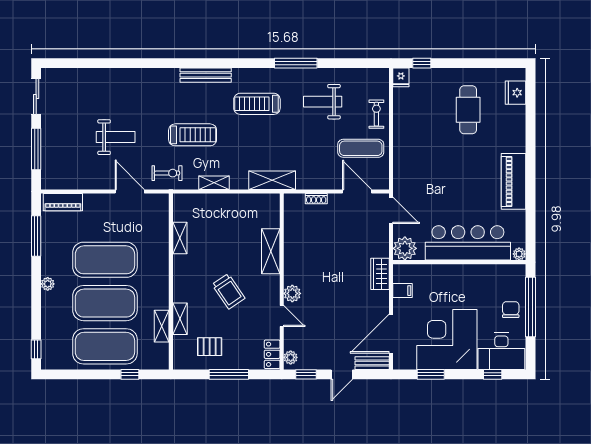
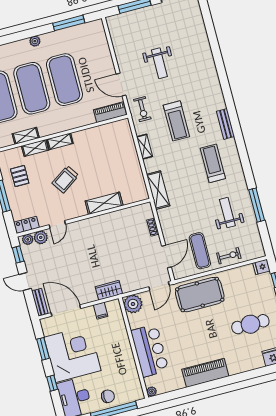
window: (296, 63) -> (257, 205), moved
bench: (206, 75) -> (226, 124), width x0.73
pool table: (415, 163) -> (200, 295), added
door: (130, 191) -> (121, 85), swing flipped
piano: (63, 202) -> (110, 112), moved, turned 90
shelving: (180, 238) -> (60, 141), moved
bar counter: (468, 243) -> (150, 351), width x0.73
plant: (292, 293) -> (41, 237), moved
window: (493, 374) -> (52, 383), moved

